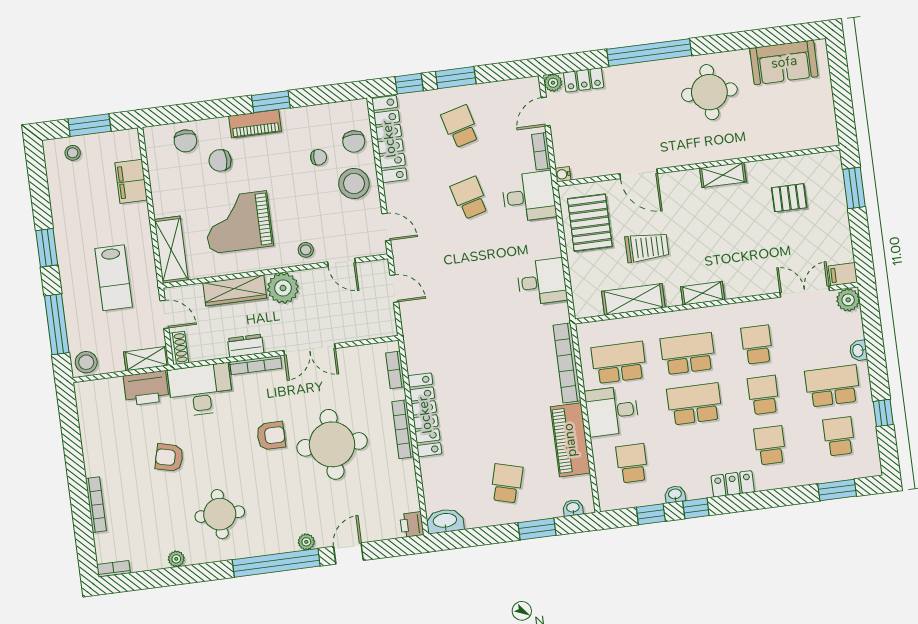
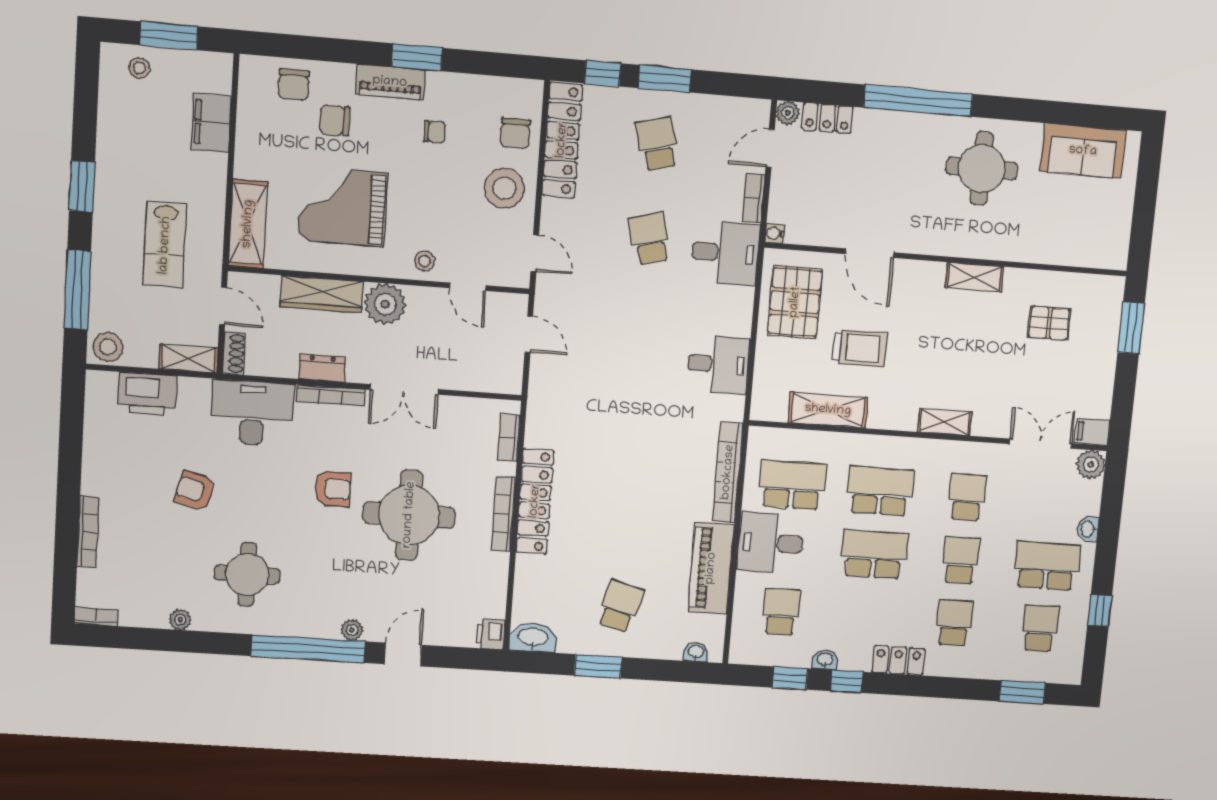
chair: (319, 157) -> (435, 132), moved
shelving: (703, 293) -> (945, 422), moved
printer: (146, 388) -> (147, 394), moved
window: (537, 529) -> (598, 666), moved

